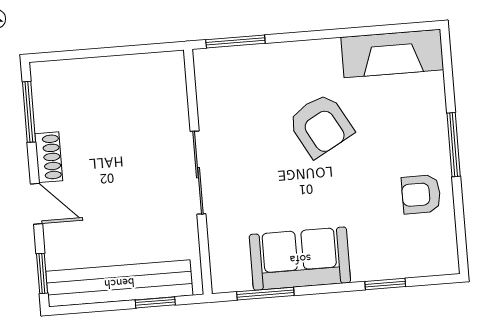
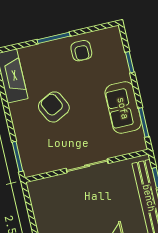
armchair: (321, 125) -> (54, 107), turned -88

